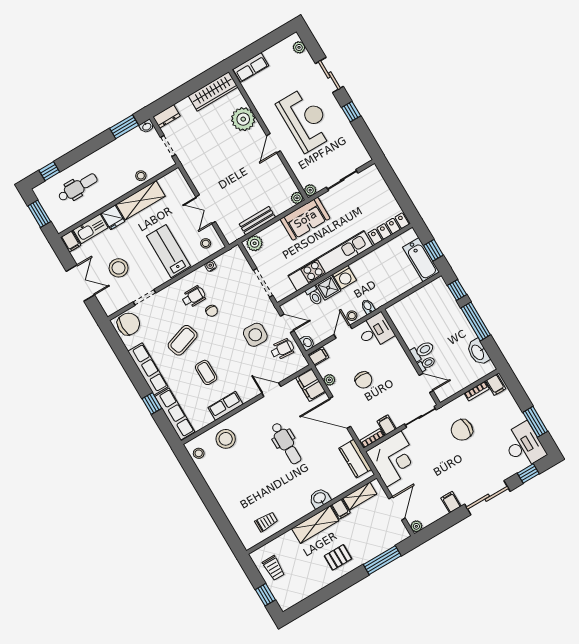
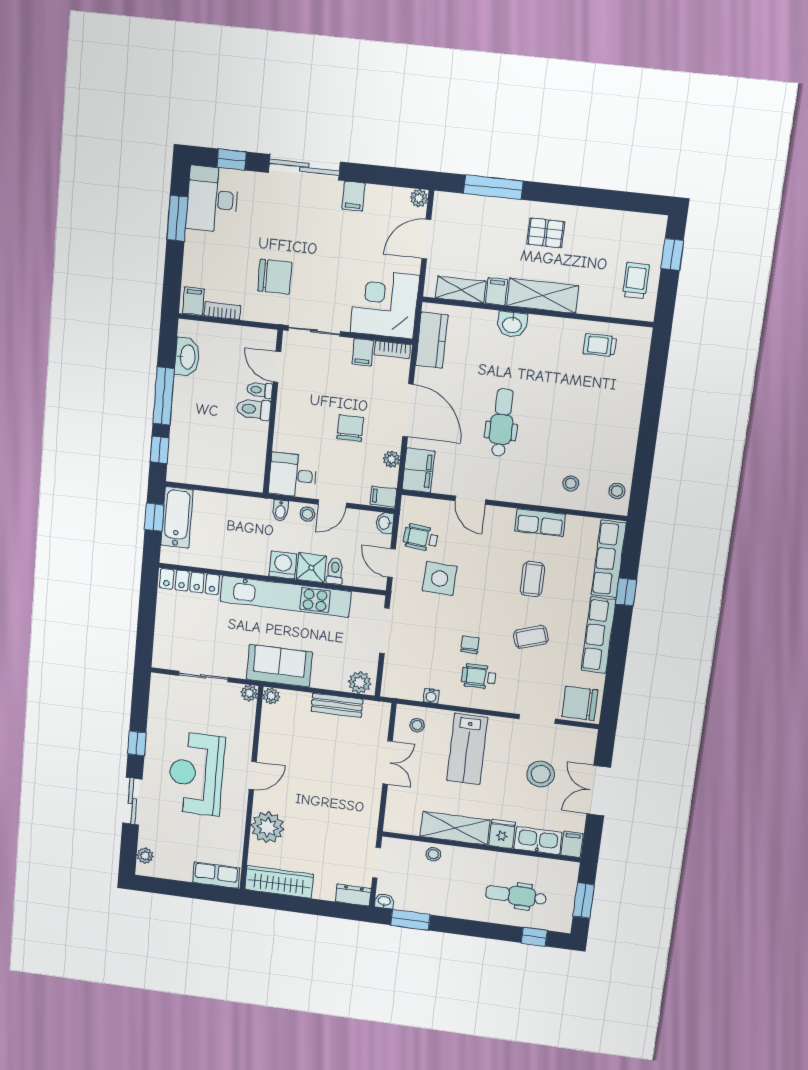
coffee table: (183, 340) -> (531, 637), width x0.73, depth x0.77
stool: (226, 439) -> (571, 483), width x0.53, depth x0.53

